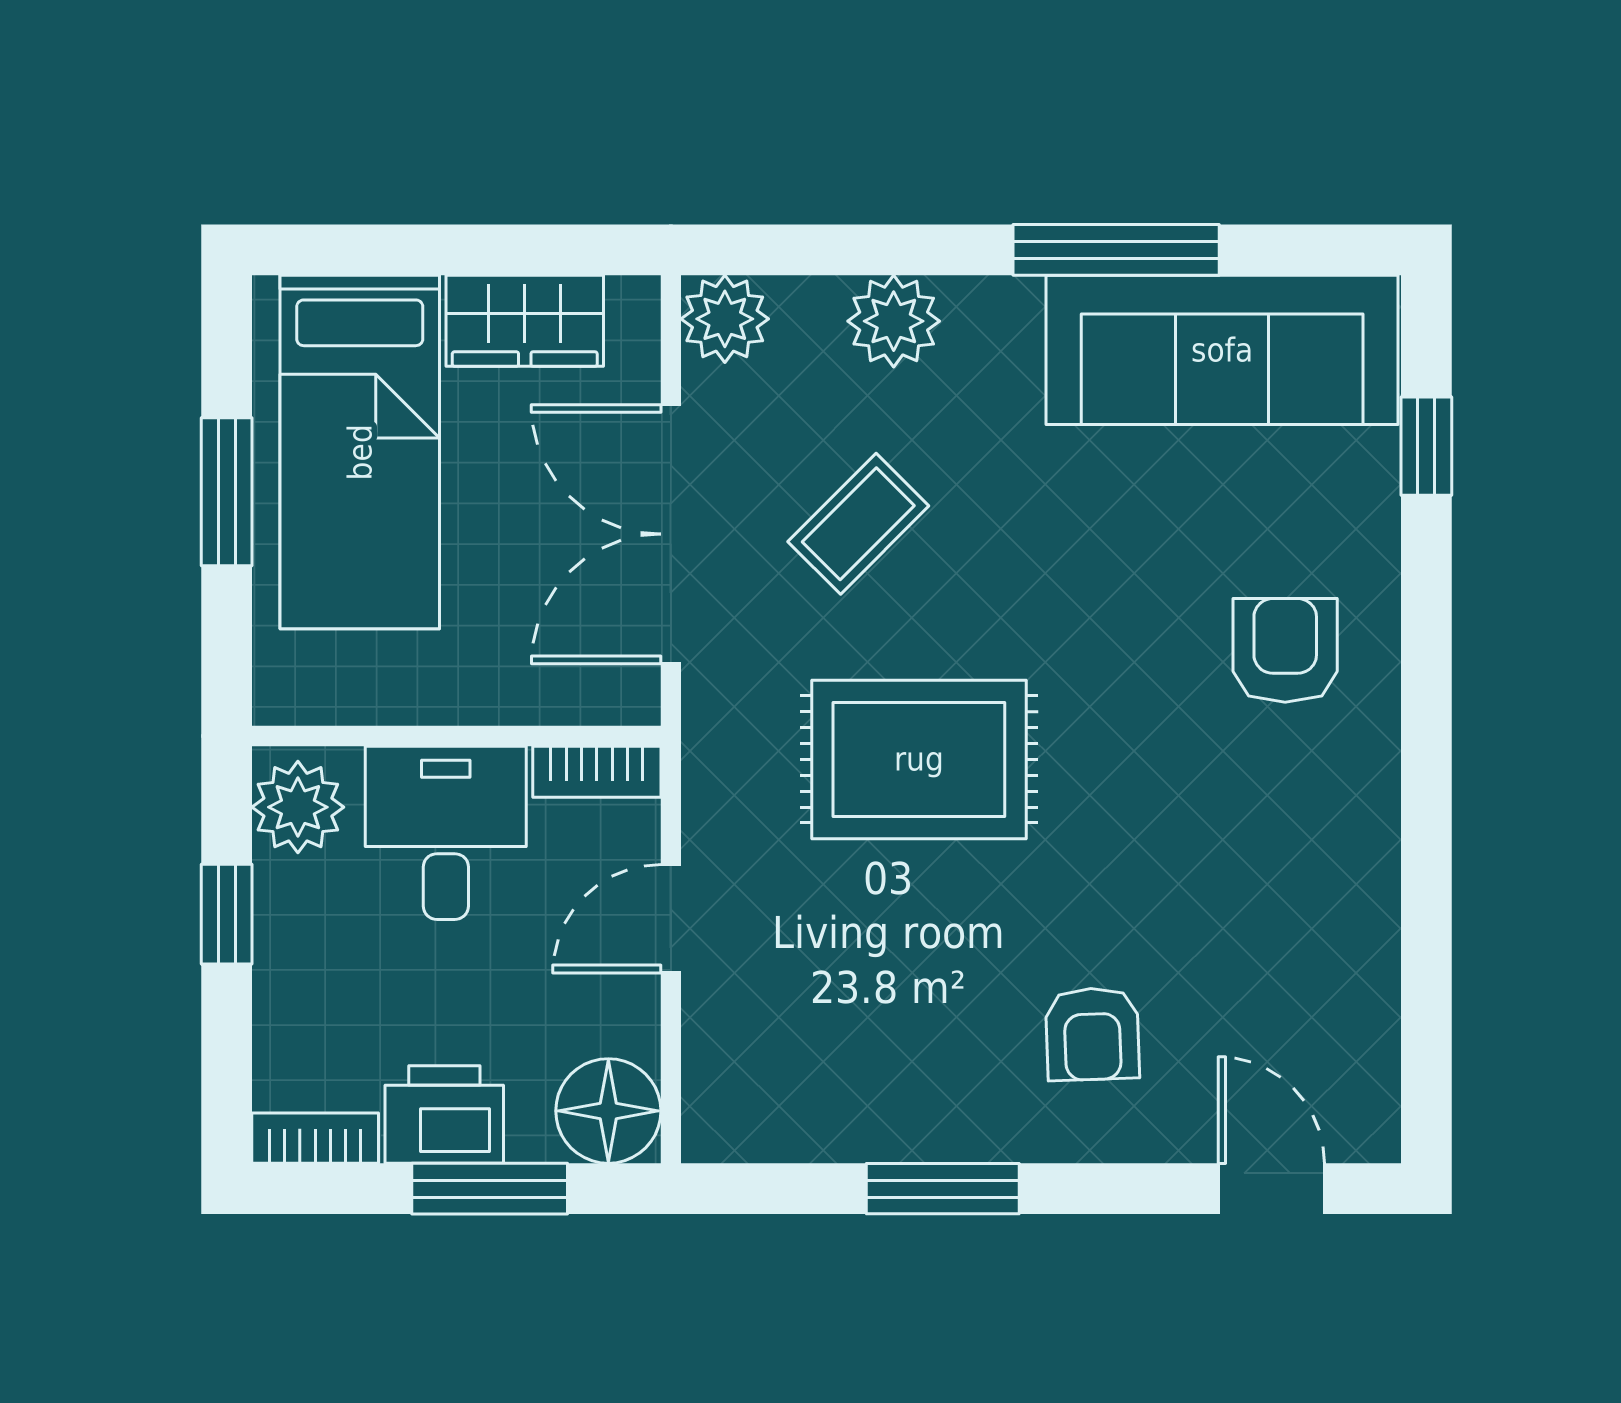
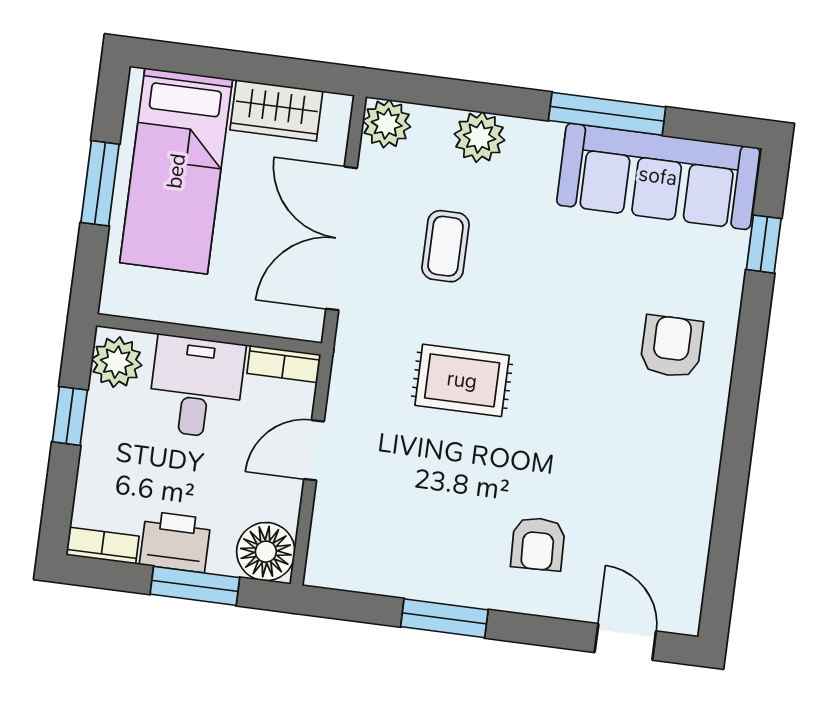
coffee table: (858, 524) -> (445, 246), turned -45
rug: (919, 759) -> (462, 380), width x0.73, depth x0.70

